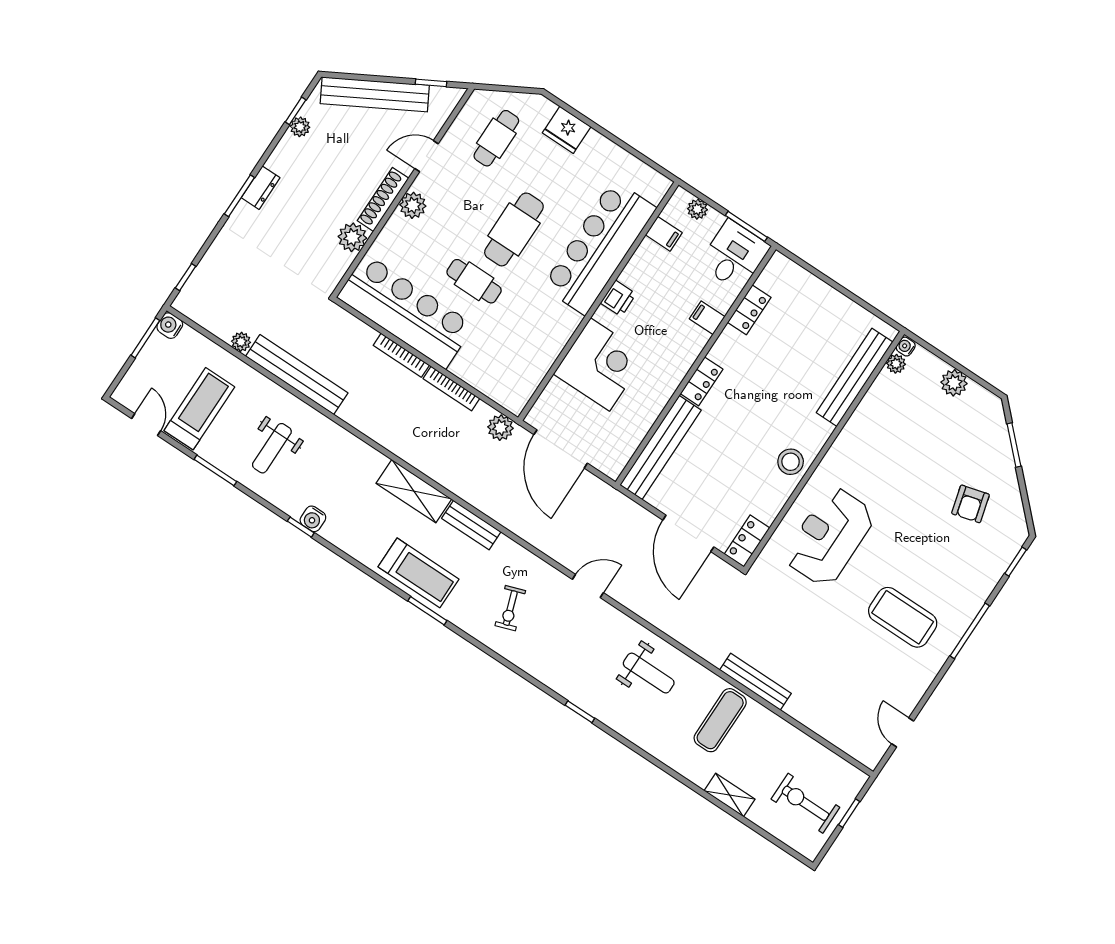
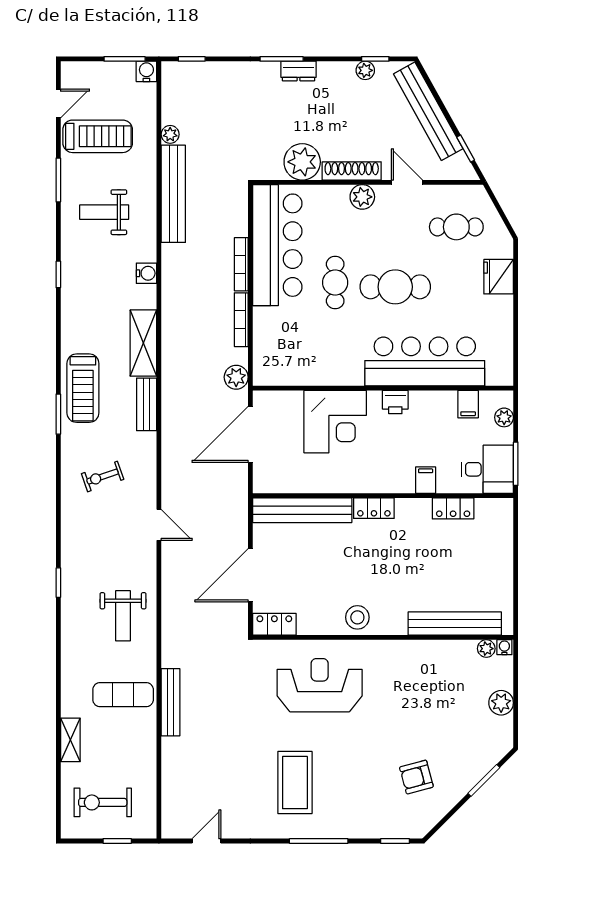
plant: (352, 237) -> (302, 162), width x1.36, depth x1.36
water cooler: (313, 519) -> (146, 273), moved, turned 180
exercise bike: (805, 803) -> (103, 802), turned -90

